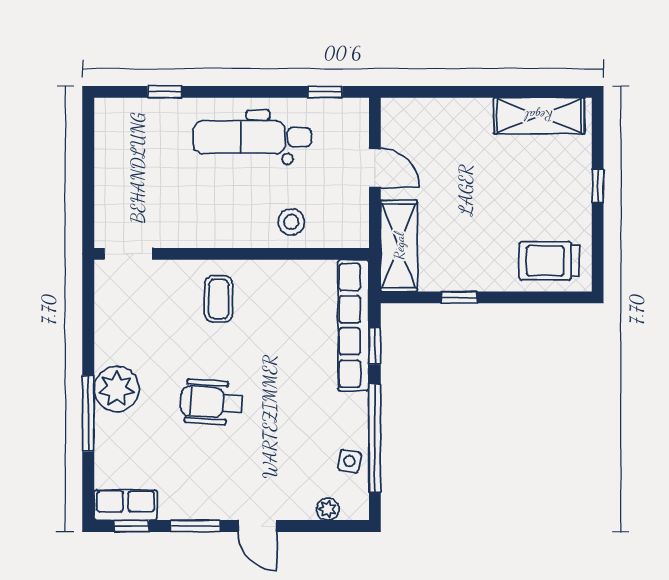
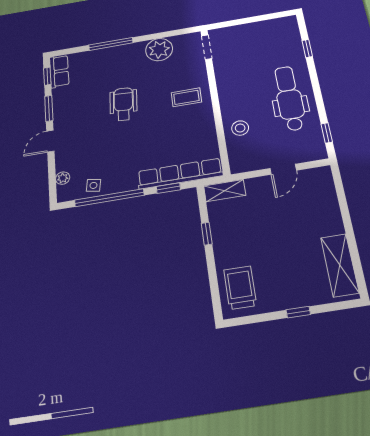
shelving: (399, 246) -> (225, 191), width x0.67, depth x0.75
plant: (117, 389) -> (159, 50), moved

